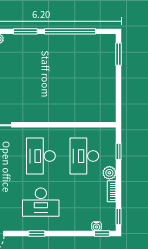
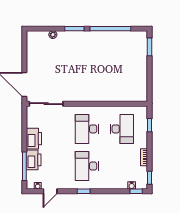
desk: (84, 156) -> (122, 129), turned 180
plant: (109, 173) -> (142, 142), removed
desk: (41, 202) -> (87, 166), turned 90

